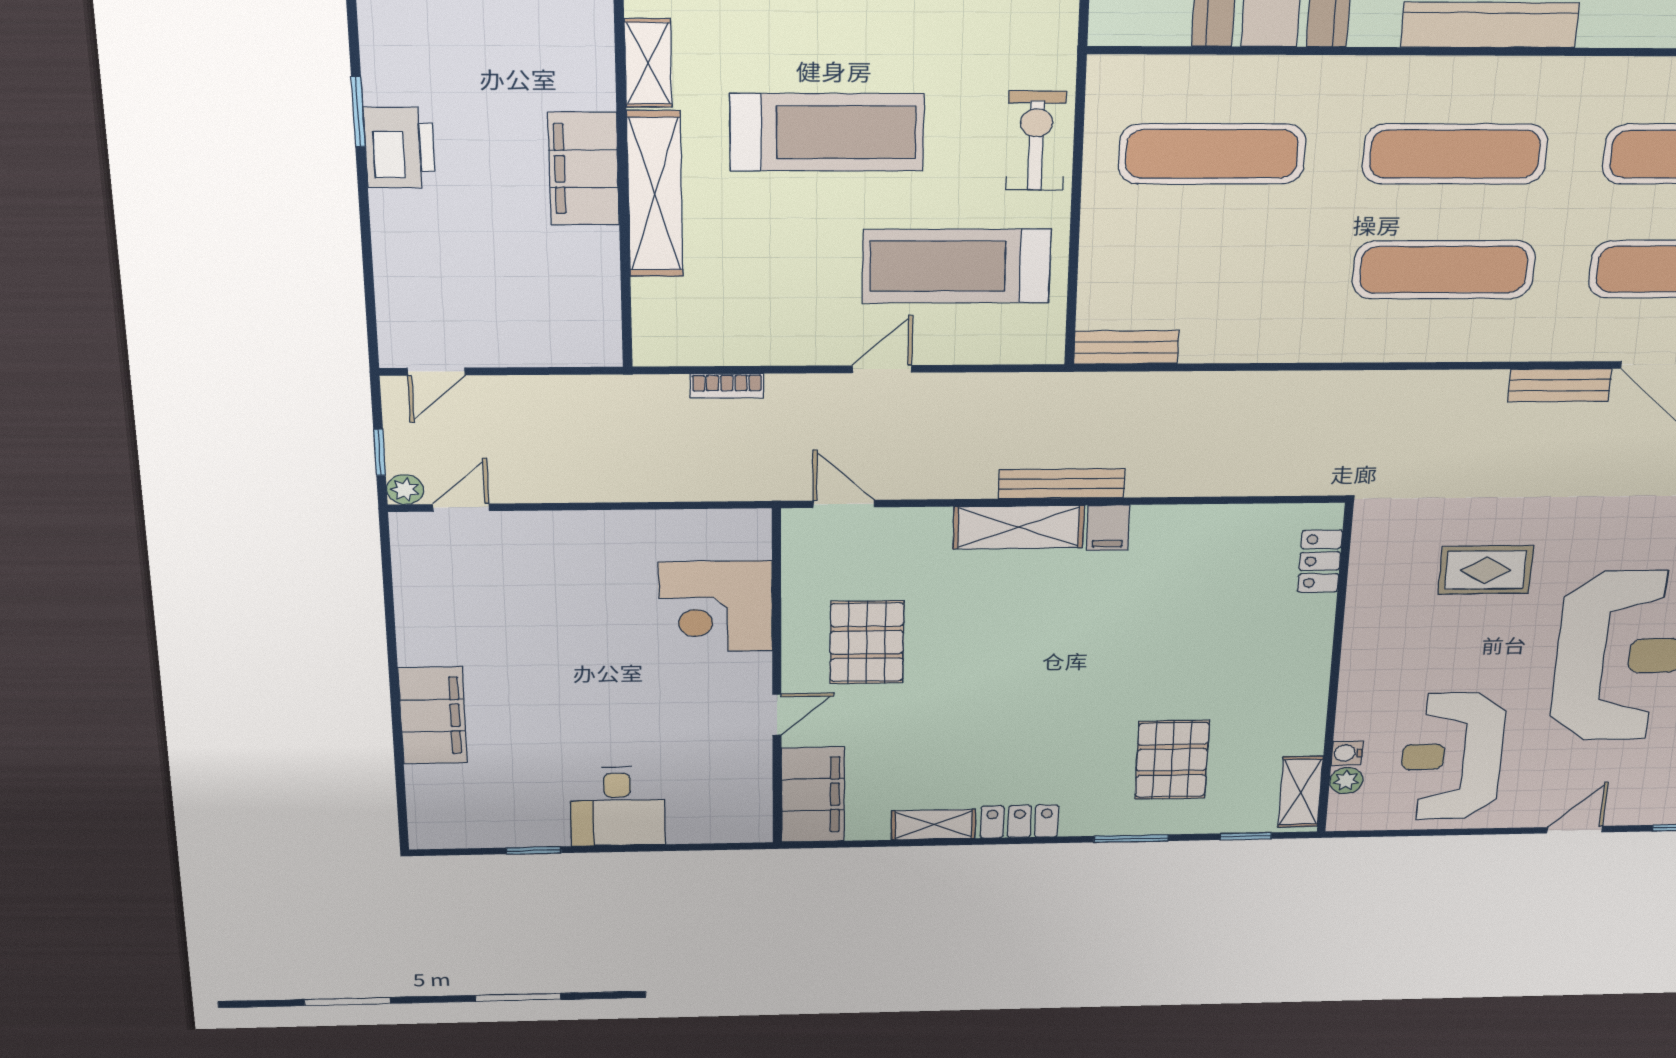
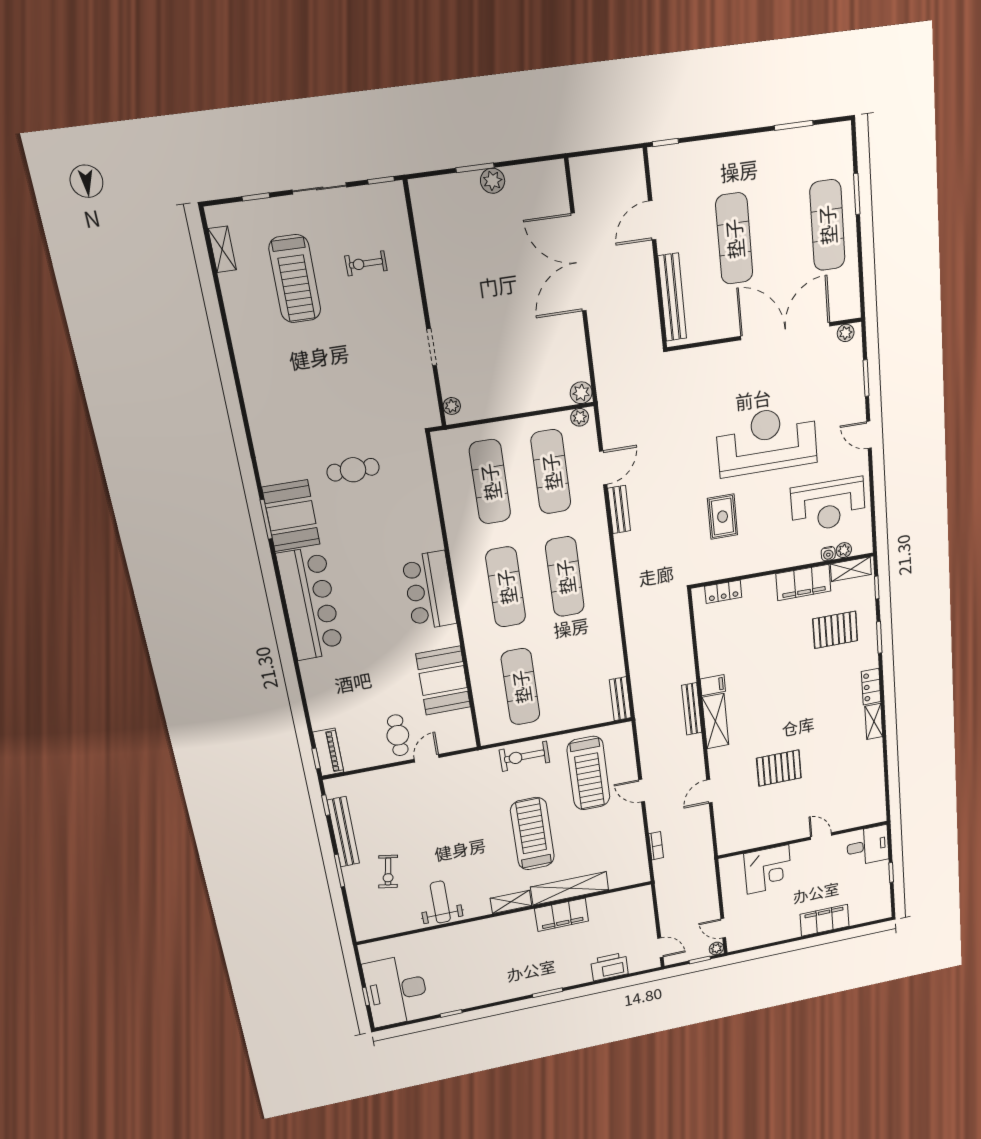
printer: (399, 148) -> (609, 967), moved
corner desk: (716, 607) -> (768, 869), moved
wall: (777, 680) -> (803, 840), moved
door: (777, 715) -> (821, 836), moved
filing cabinet: (813, 795) -> (803, 582), moved, turned 180

